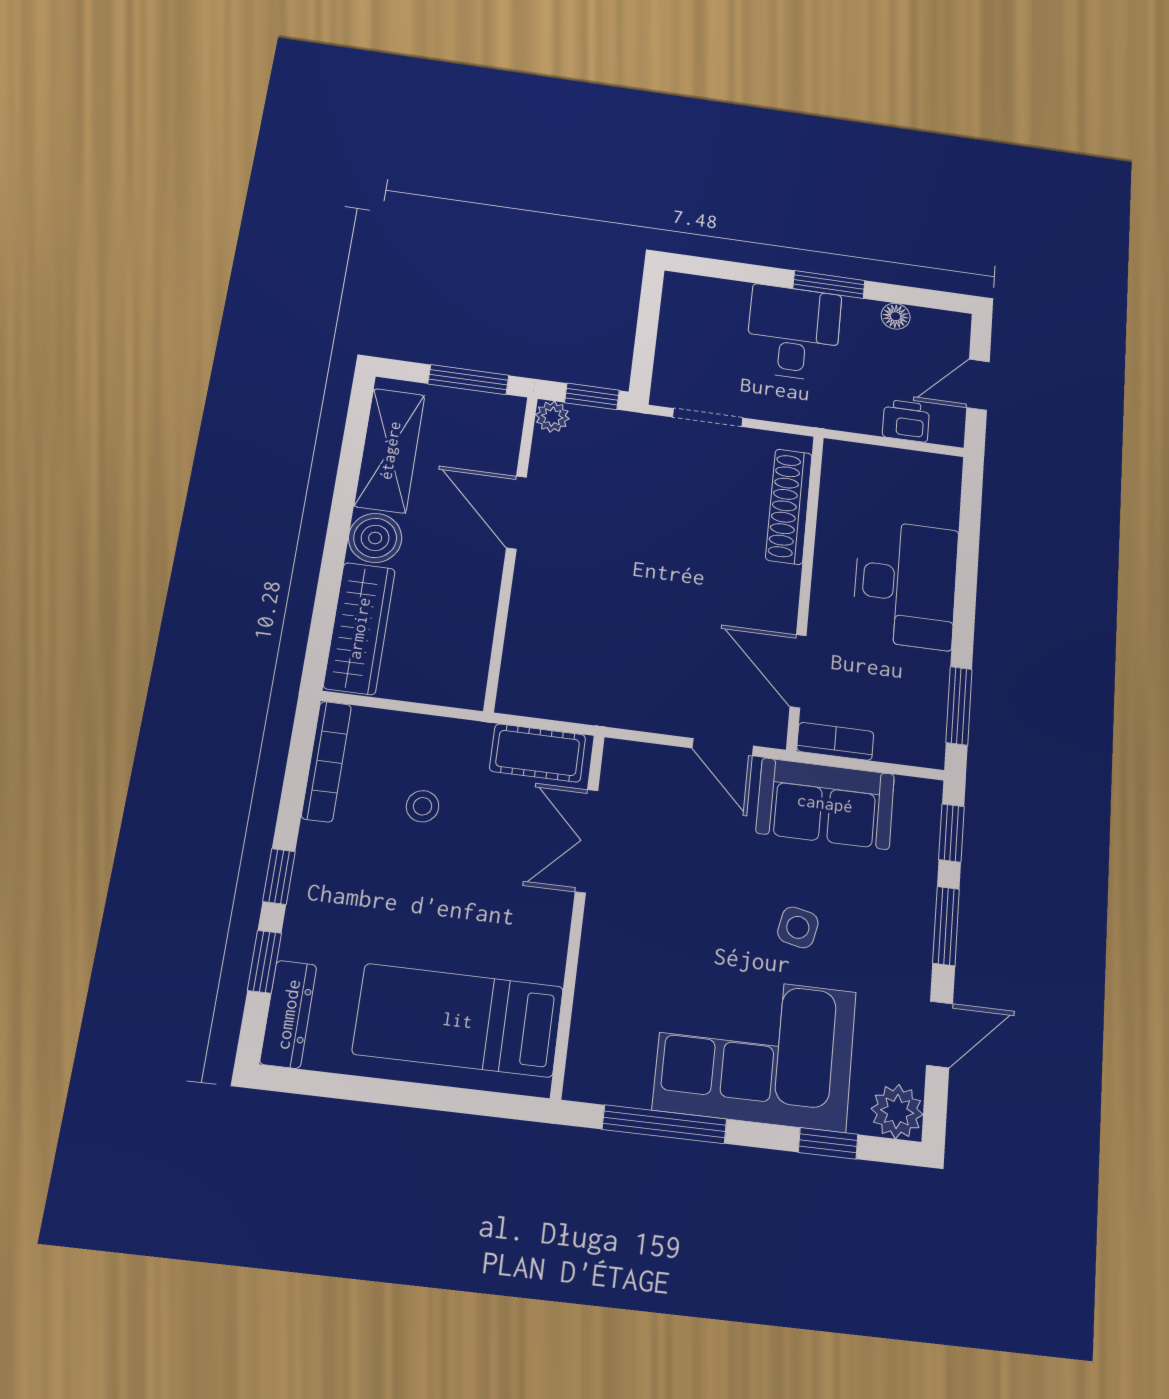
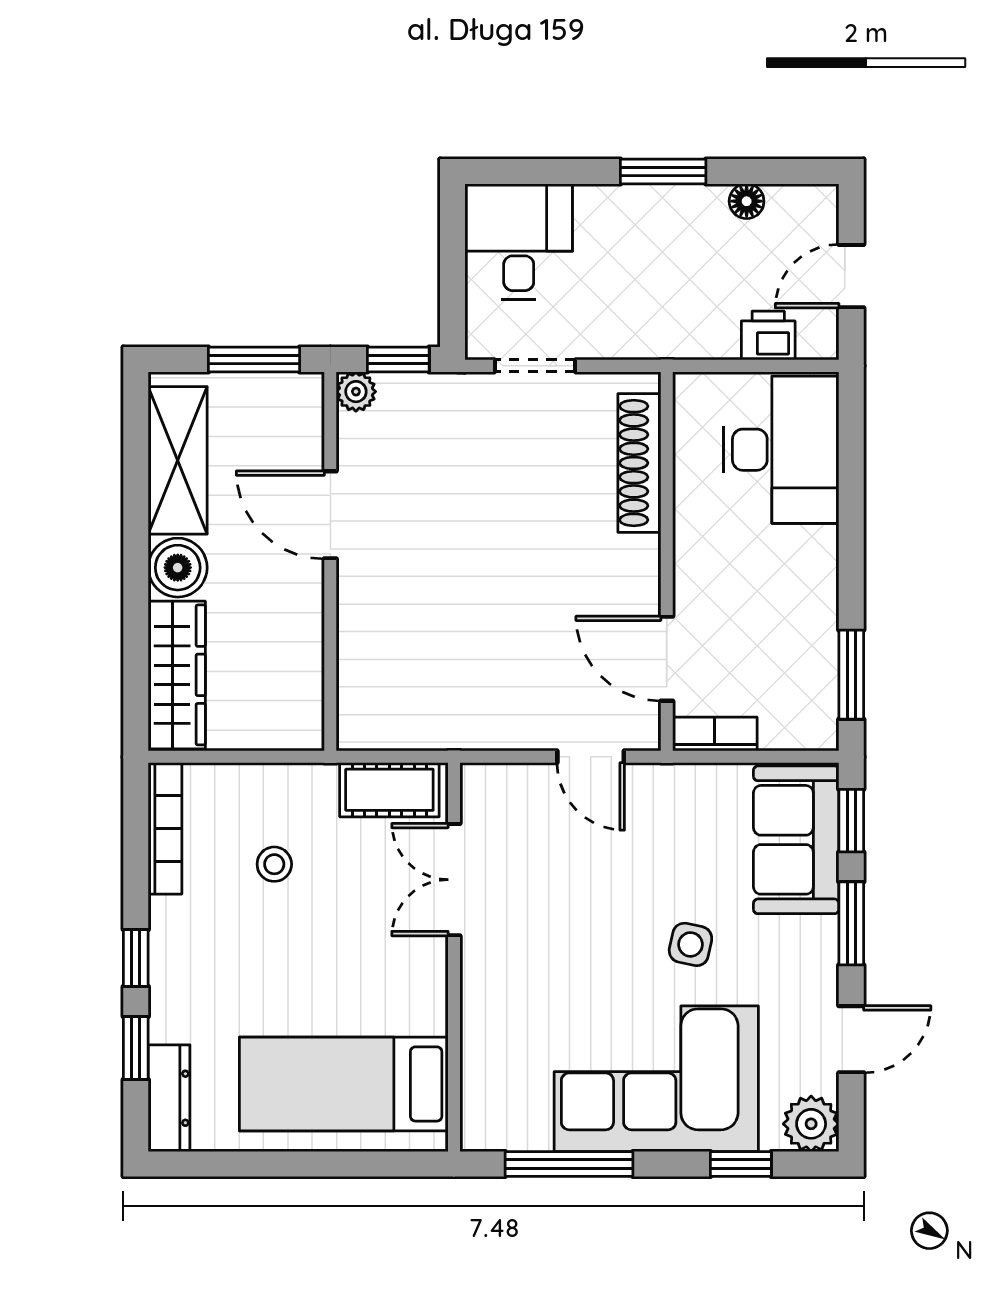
desk: (794, 333) -> (519, 242), moved
desk: (905, 584) -> (781, 450), moved
sofa: (825, 803) -> (796, 840), moved, turned 90

